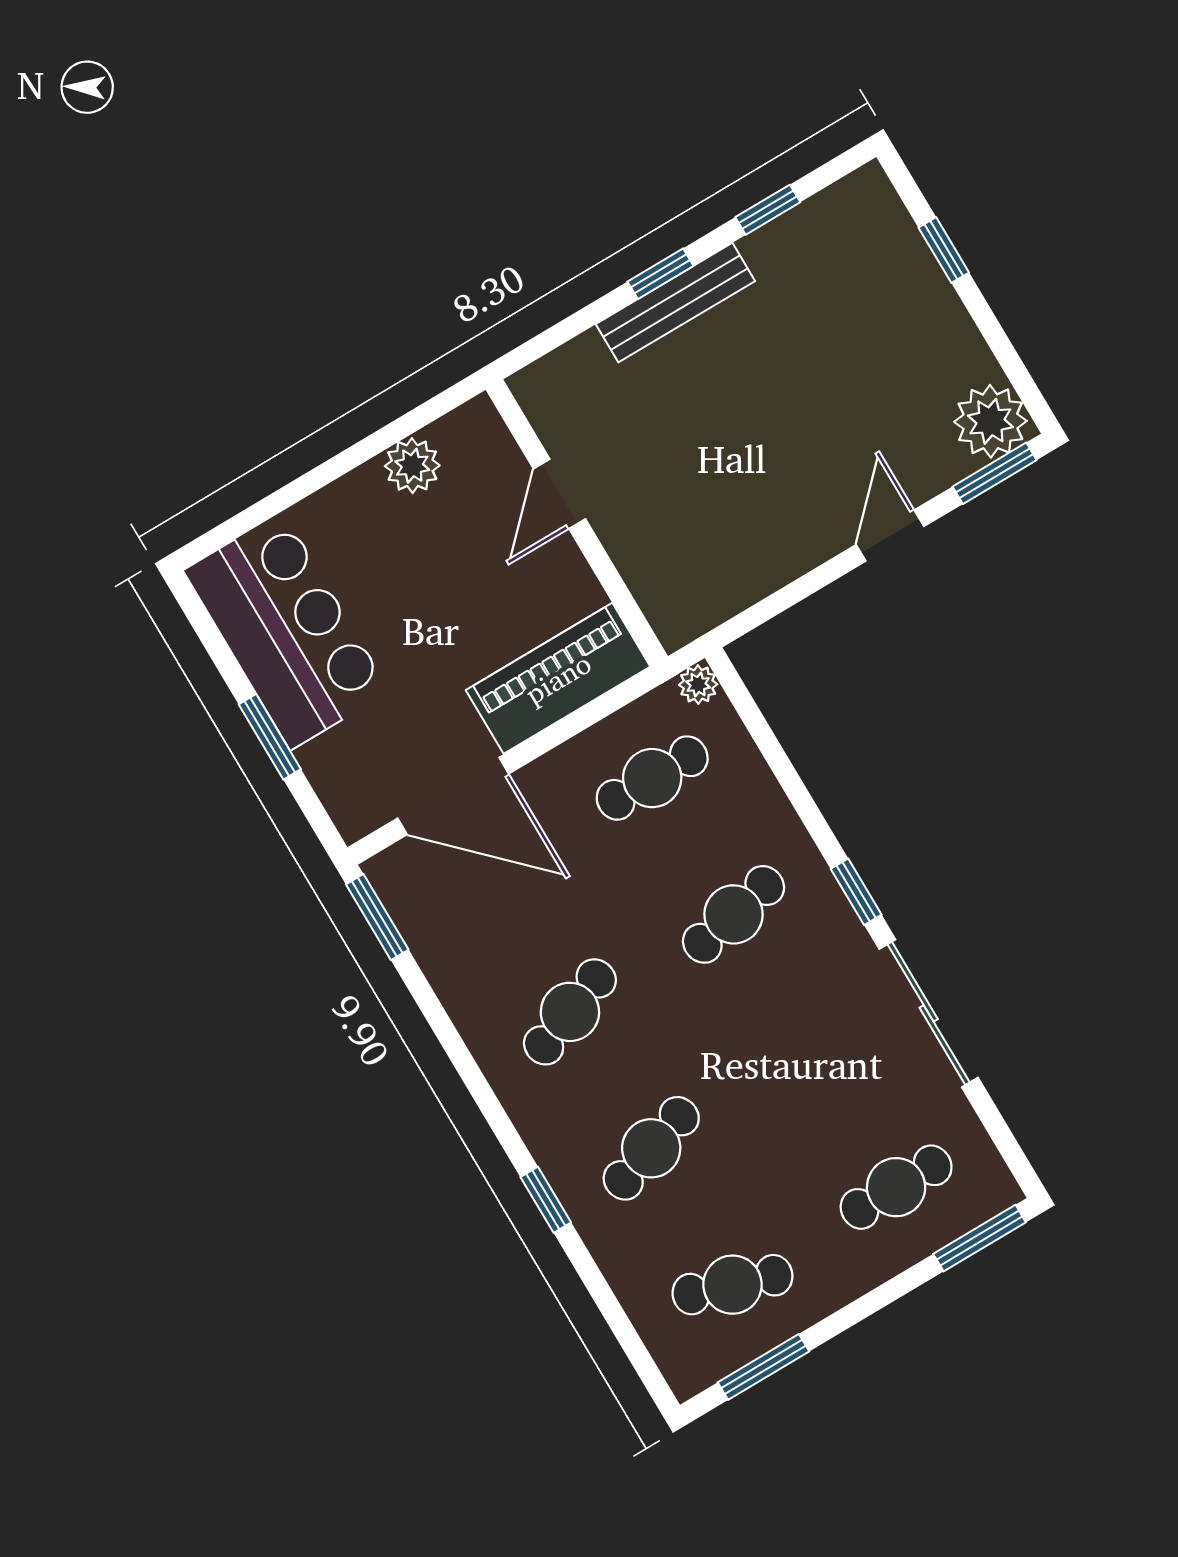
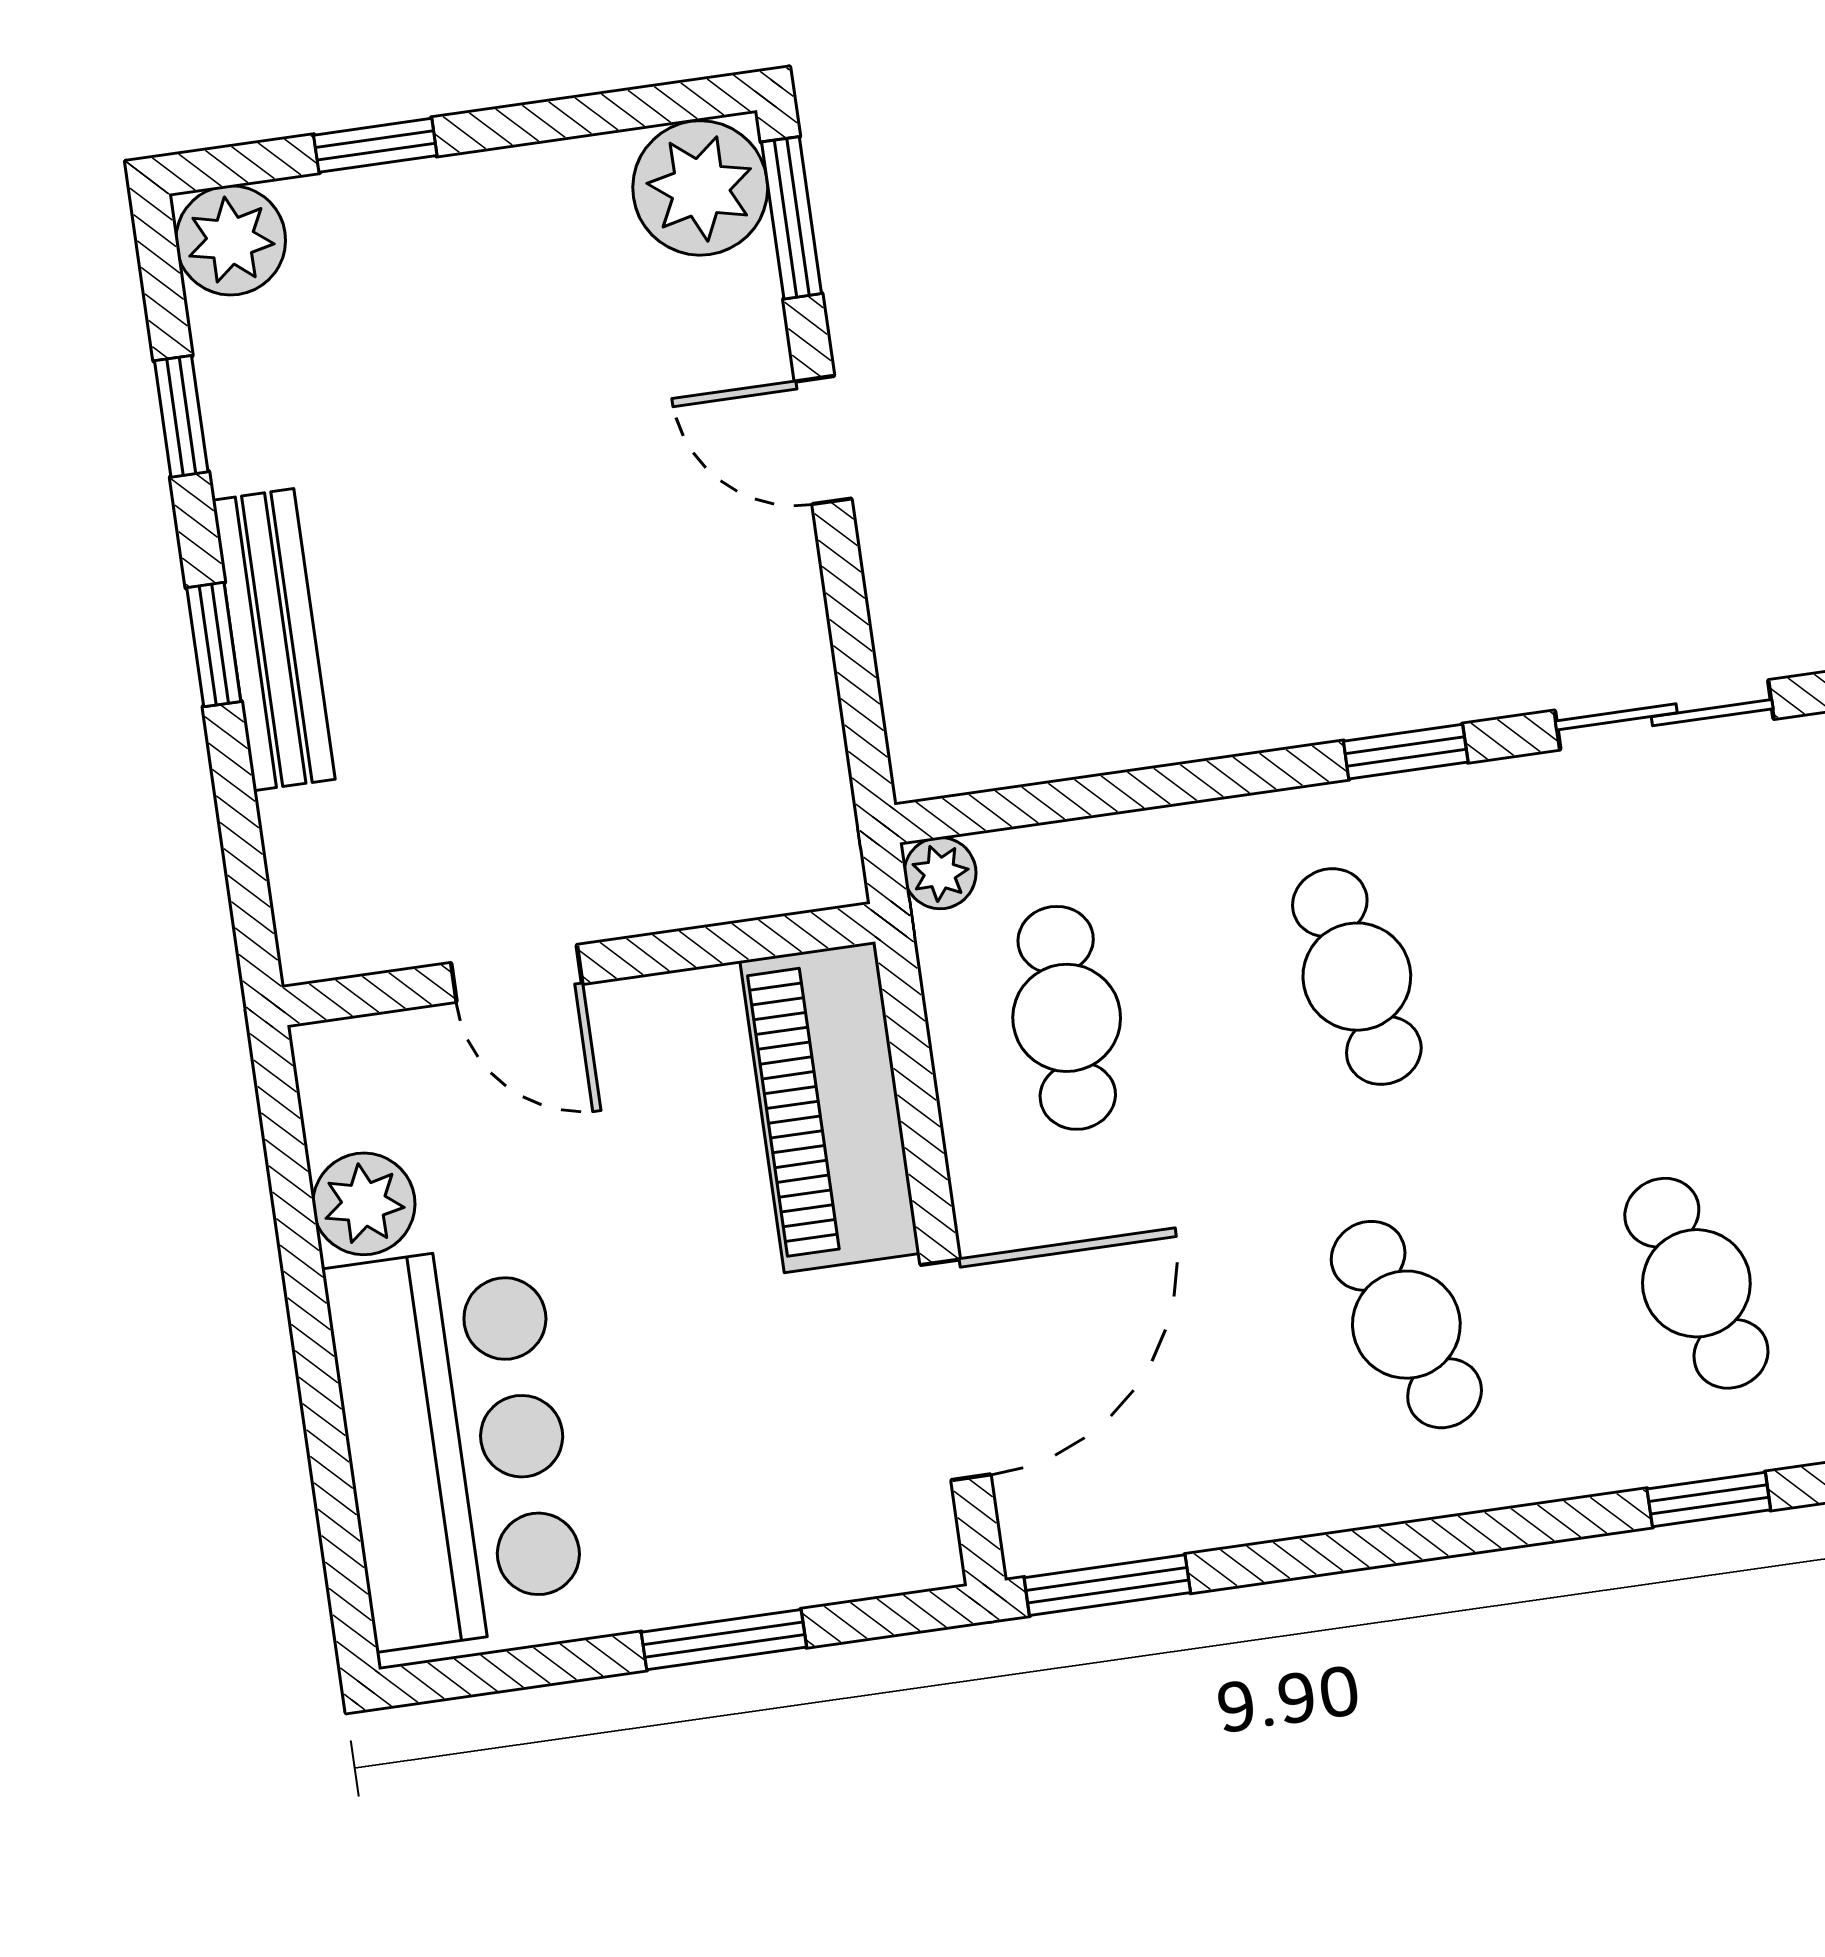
plant: (866, 198) -> (231, 240), added
bar counter: (286, 631) -> (456, 1446), moved, turned 90
sliding door: (929, 1013) -> (1664, 715), width x0.73

